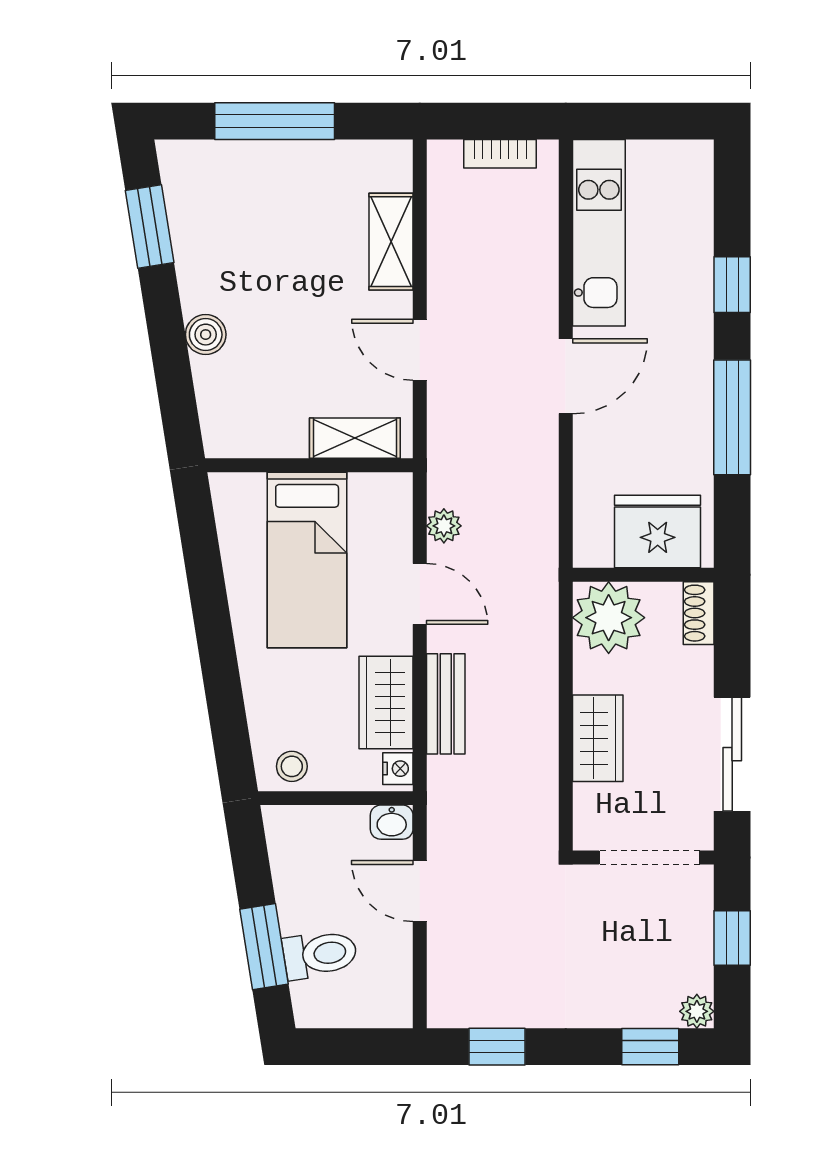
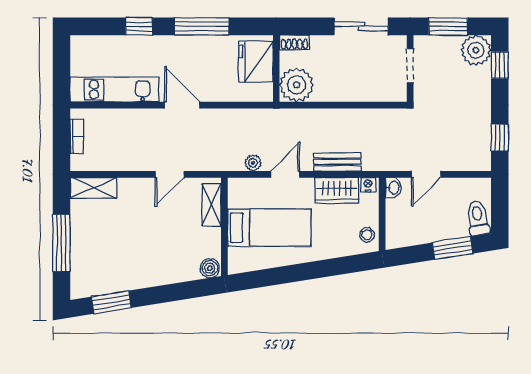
shelving: (391, 242) -> (94, 188), moved
boiler: (206, 335) -> (210, 268), moved
wardrobe: (598, 738) -> (354, 90), removed
doorway: (649, 857) -> (410, 66), width x0.73
window: (732, 938) -> (448, 26), width x1.50
toilet: (320, 954) -> (478, 218), moved
plant: (697, 1011) -> (476, 50), width x1.88, depth x1.88

